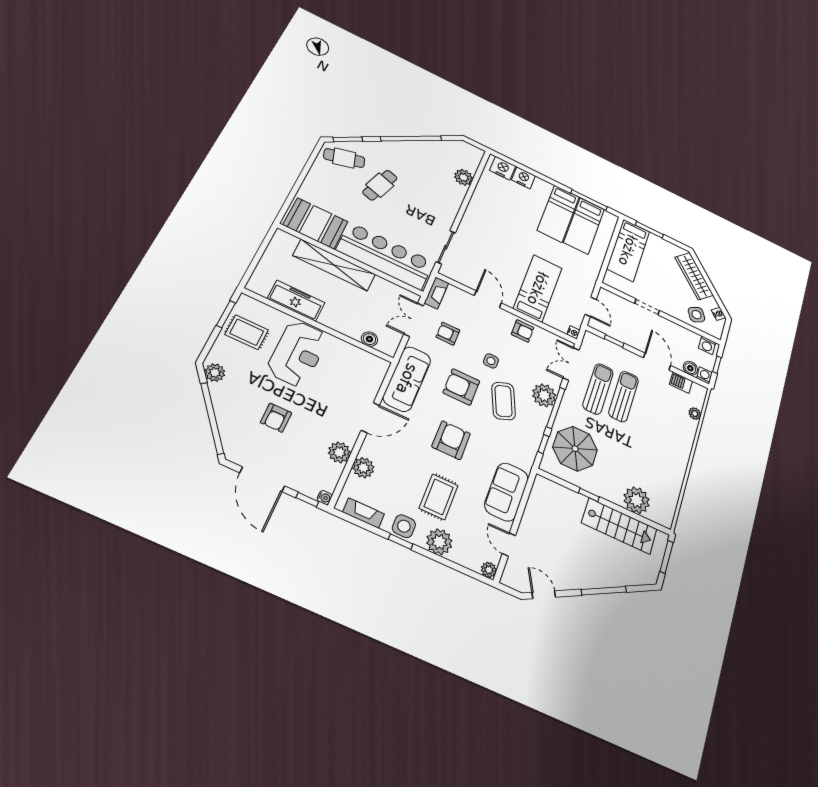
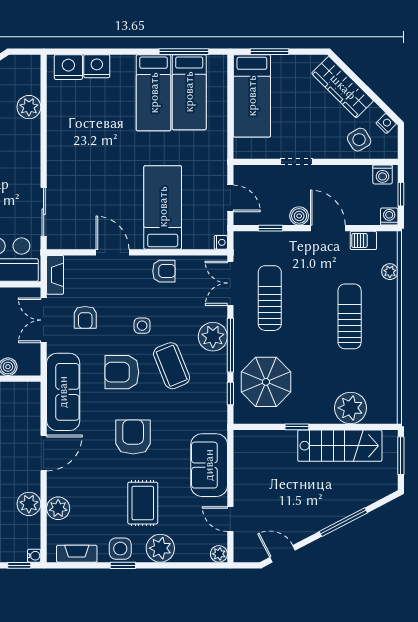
armchair: (448, 334) -> (85, 317), turned -90
boiler: (690, 368) -> (299, 216), moved
sun lounger: (624, 396) -> (350, 316), moved

